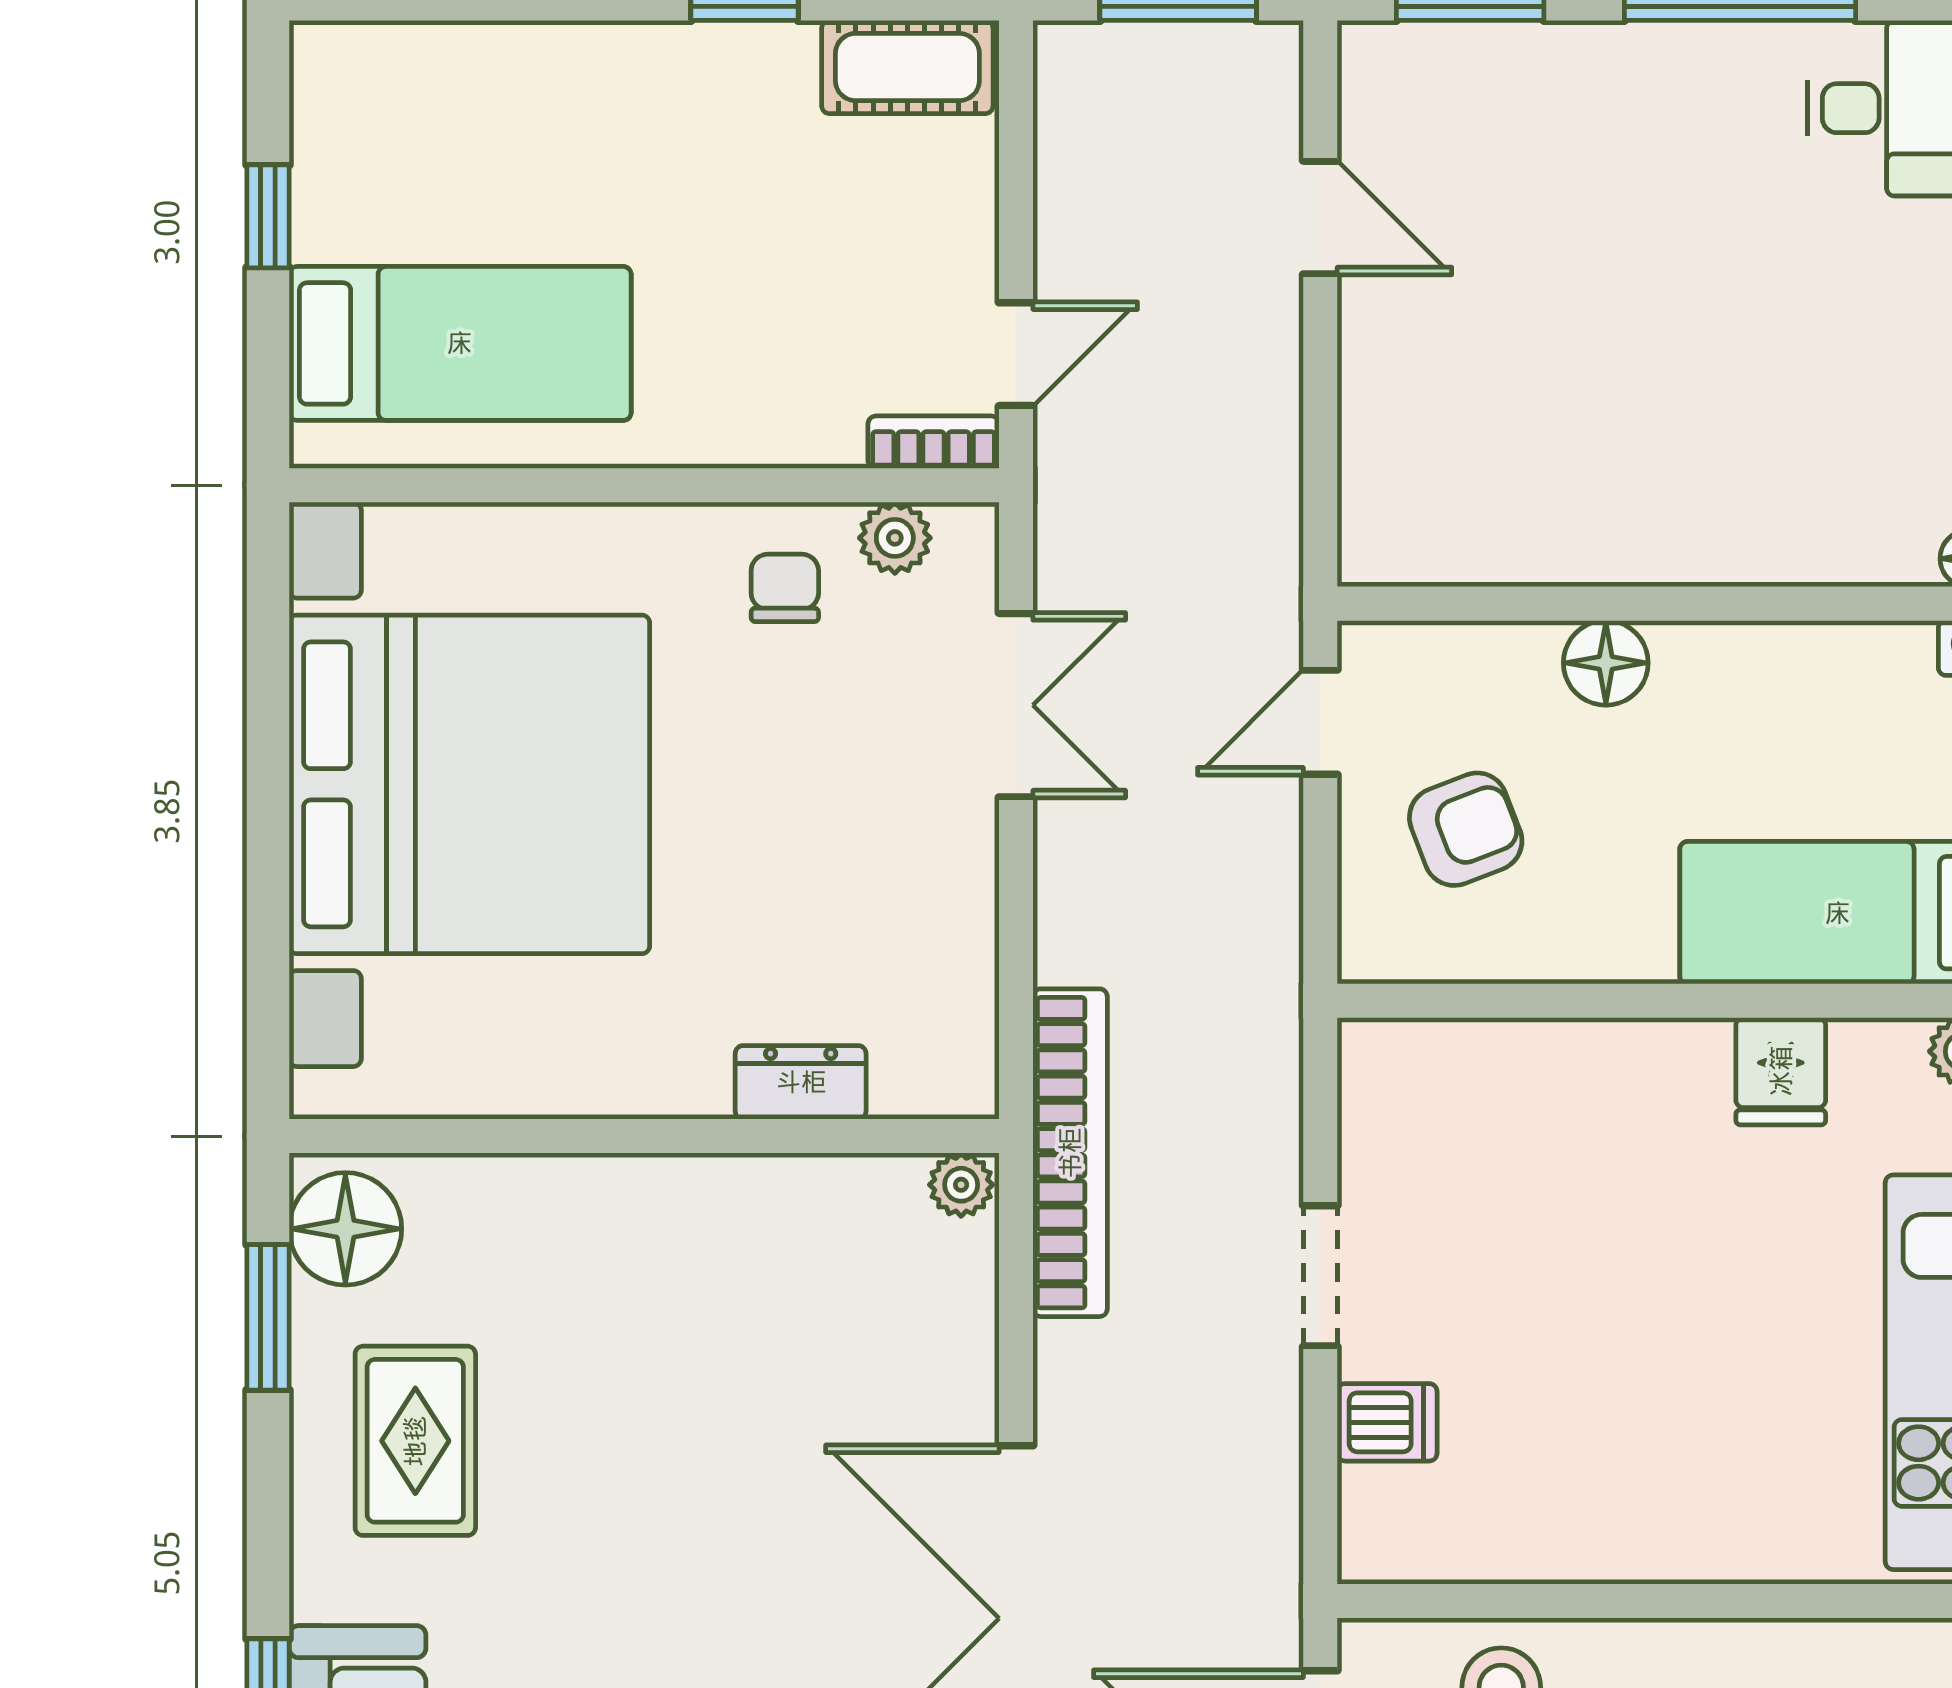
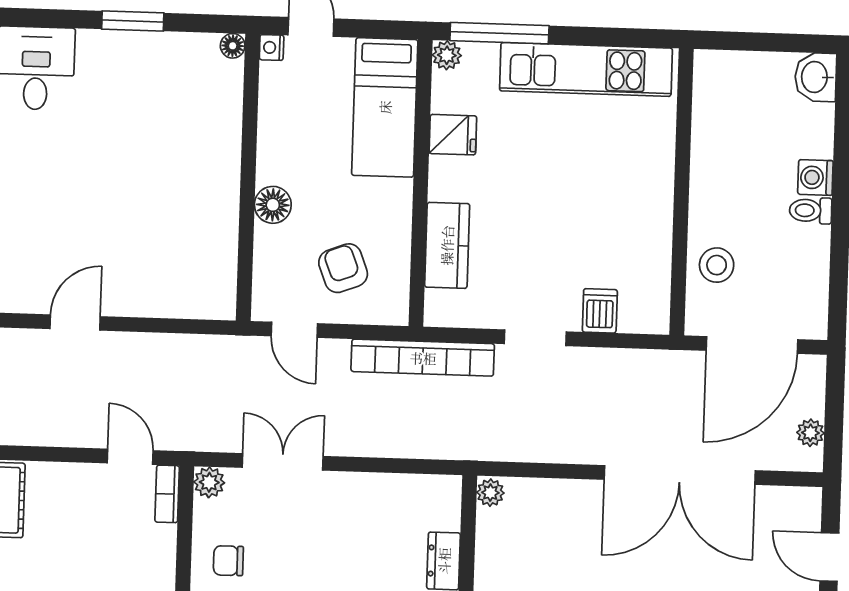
plant: (895, 538) -> (209, 482), moved
kitchen counter: (1526, 1067) -> (447, 245), added
bookcase: (1070, 1153) -> (423, 358), moved, turned 180

